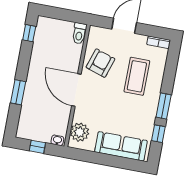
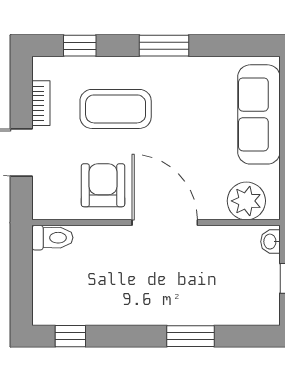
bookcase: (159, 42) -> (41, 103), moved
armchair: (100, 63) -> (103, 185), turned 72
door: (76, 90) -> (165, 223), swing flipped
window: (158, 134) -> (80, 46), moved

